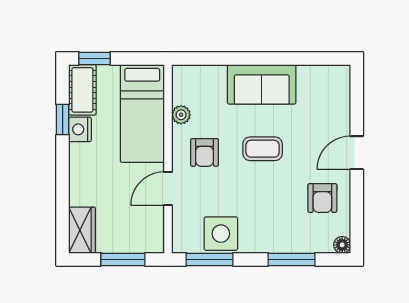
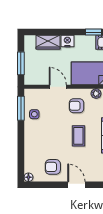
nightstand: (80, 129) -> (67, 41), moved
wardrobe: (82, 230) -> (48, 42), moved
side table: (221, 234) -> (34, 114), width x0.54, depth x0.54
window: (292, 259) -> (21, 151), removed

